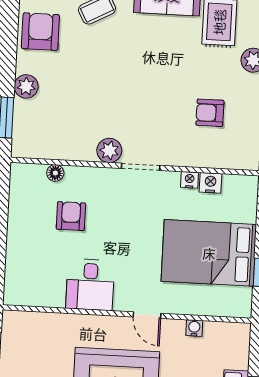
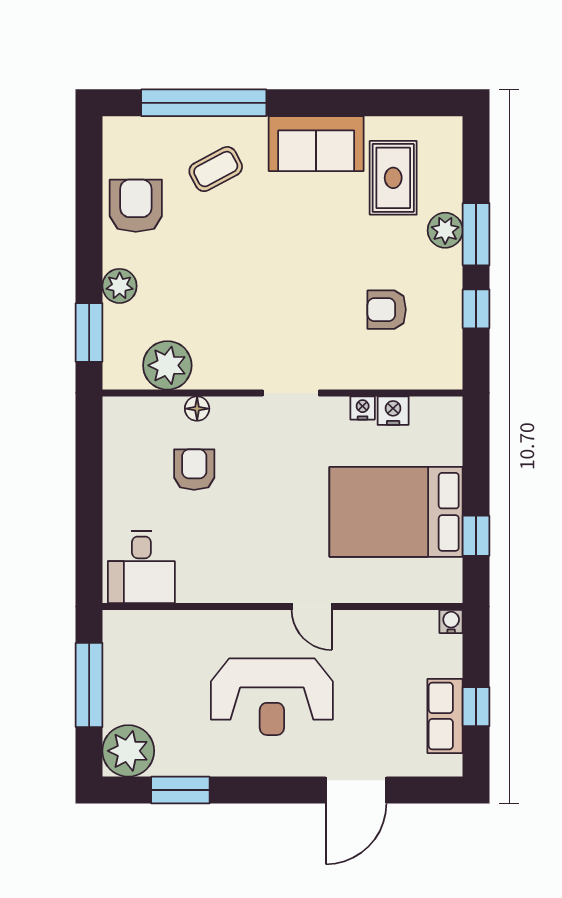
plant: (109, 150) -> (167, 365), moved, width x1.36, depth x1.36
floor lamp: (55, 173) -> (197, 409), moved
desk: (90, 285) -> (141, 567), moved
water cooler: (194, 328) -> (451, 622), moved

